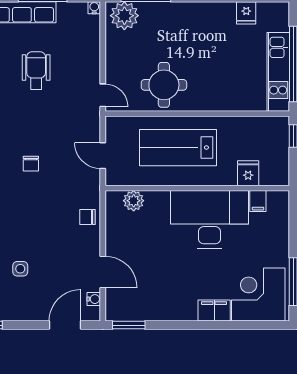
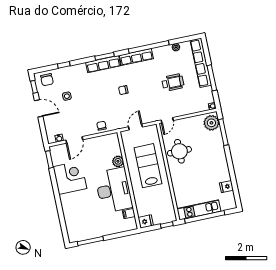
fridge: (248, 173) -> (146, 221), moved
plant: (134, 201) -> (118, 161), moved
corner desk: (258, 295) -> (70, 178), moved
filing cabinet: (214, 311) -> (66, 203), removed
door: (65, 325) -> (39, 108), moved

